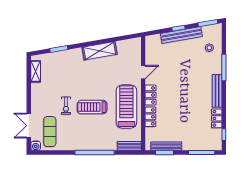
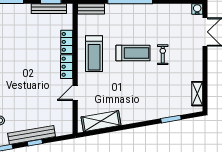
shelving: (100, 51) -> (101, 121), moved
treadmill: (126, 107) -> (94, 54), width x0.73, depth x0.73
exercise mat: (50, 132) -> (181, 25), removed

